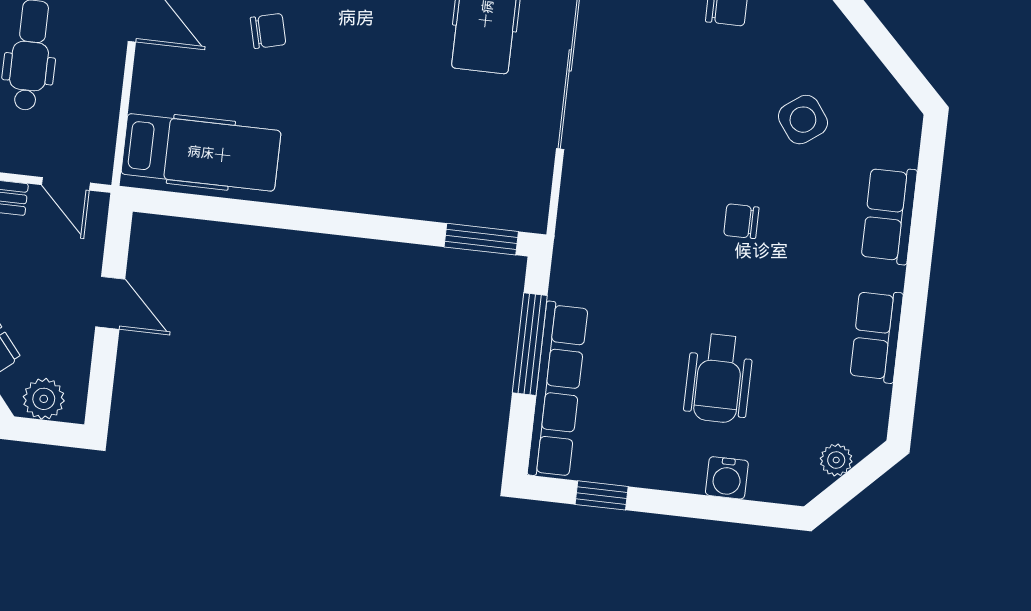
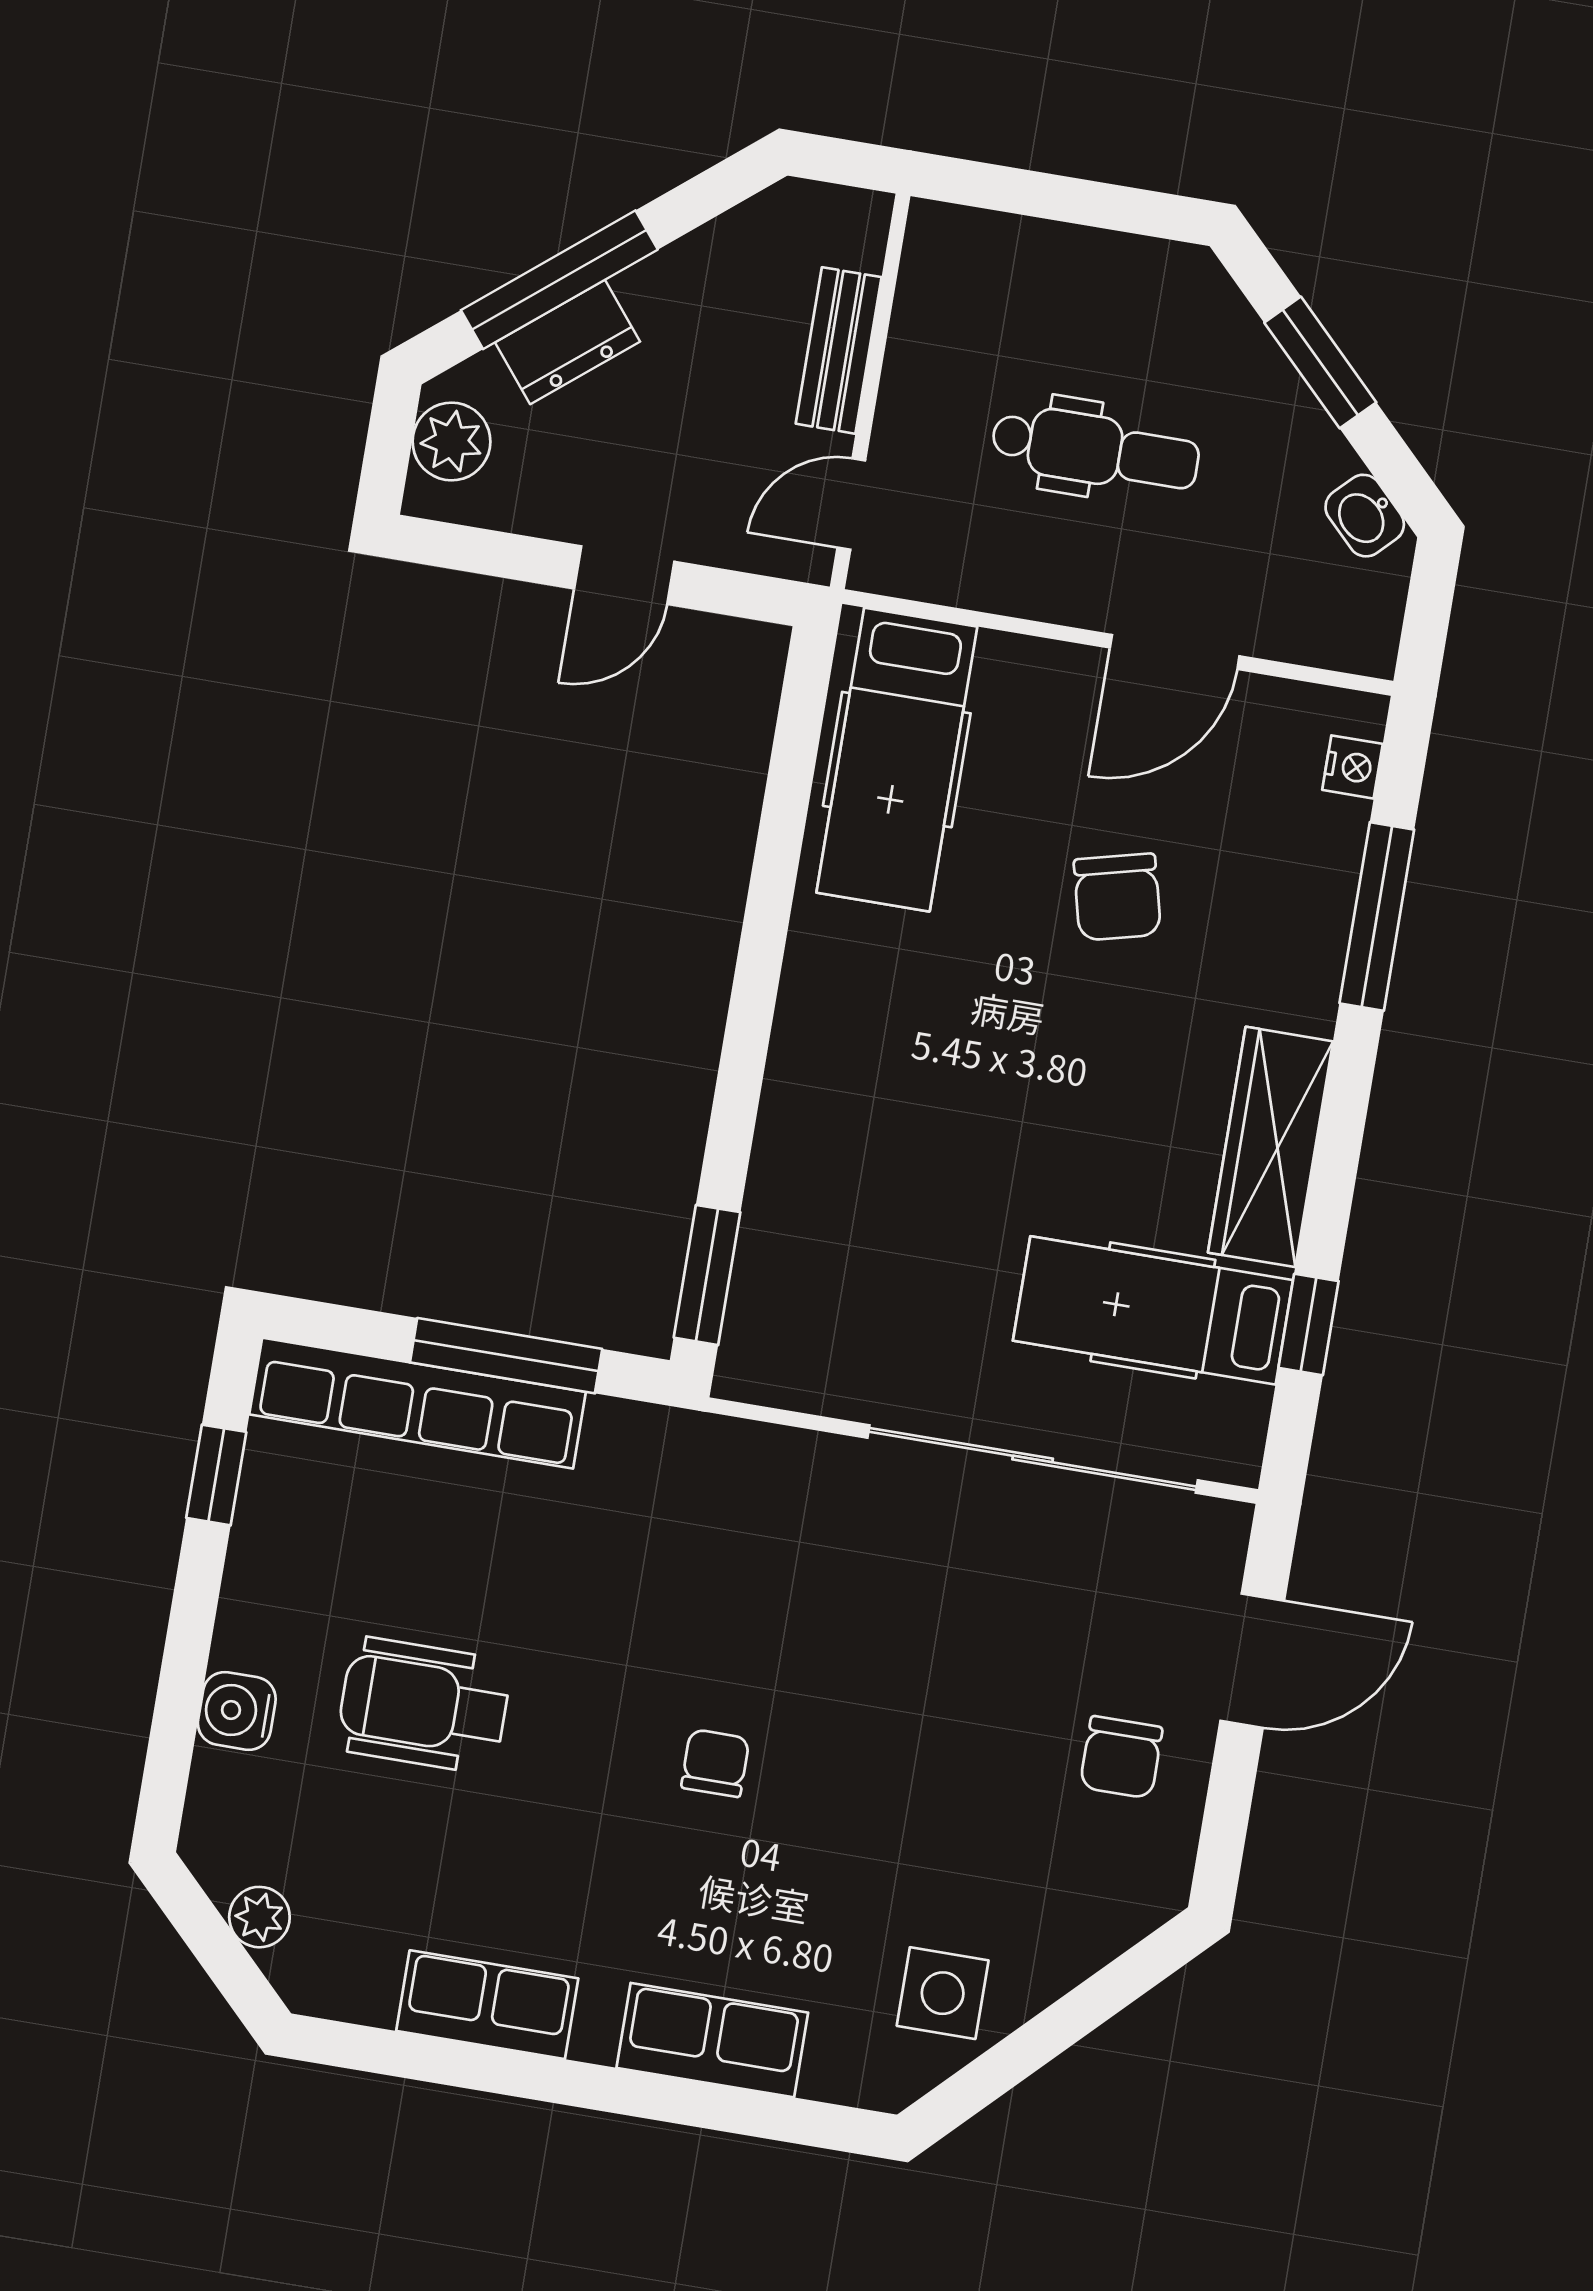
chair: (268, 31) -> (1117, 897), width x1.37, depth x1.37
side table: (803, 120) -> (943, 1993), moved, turned 36

